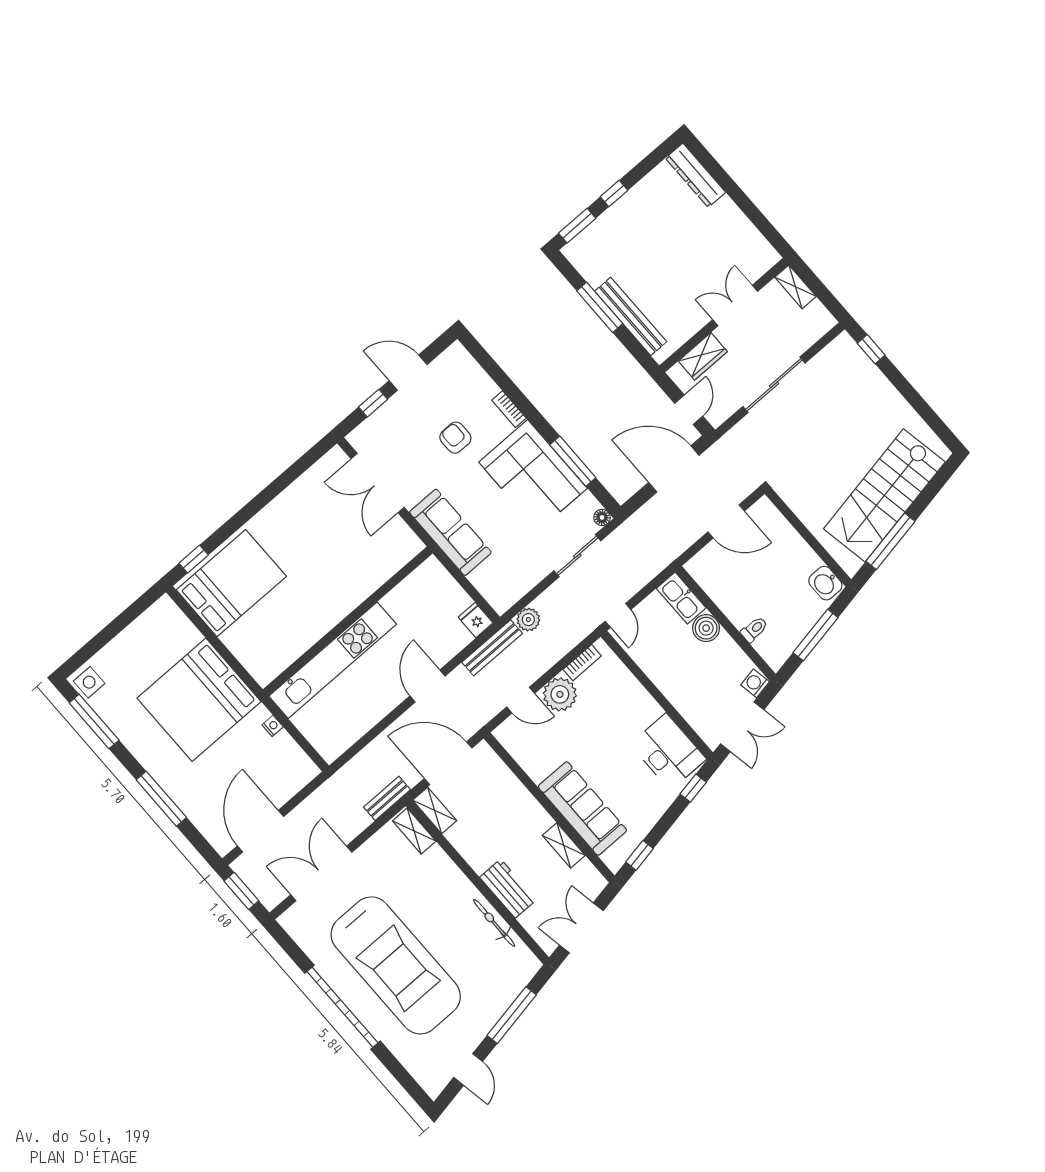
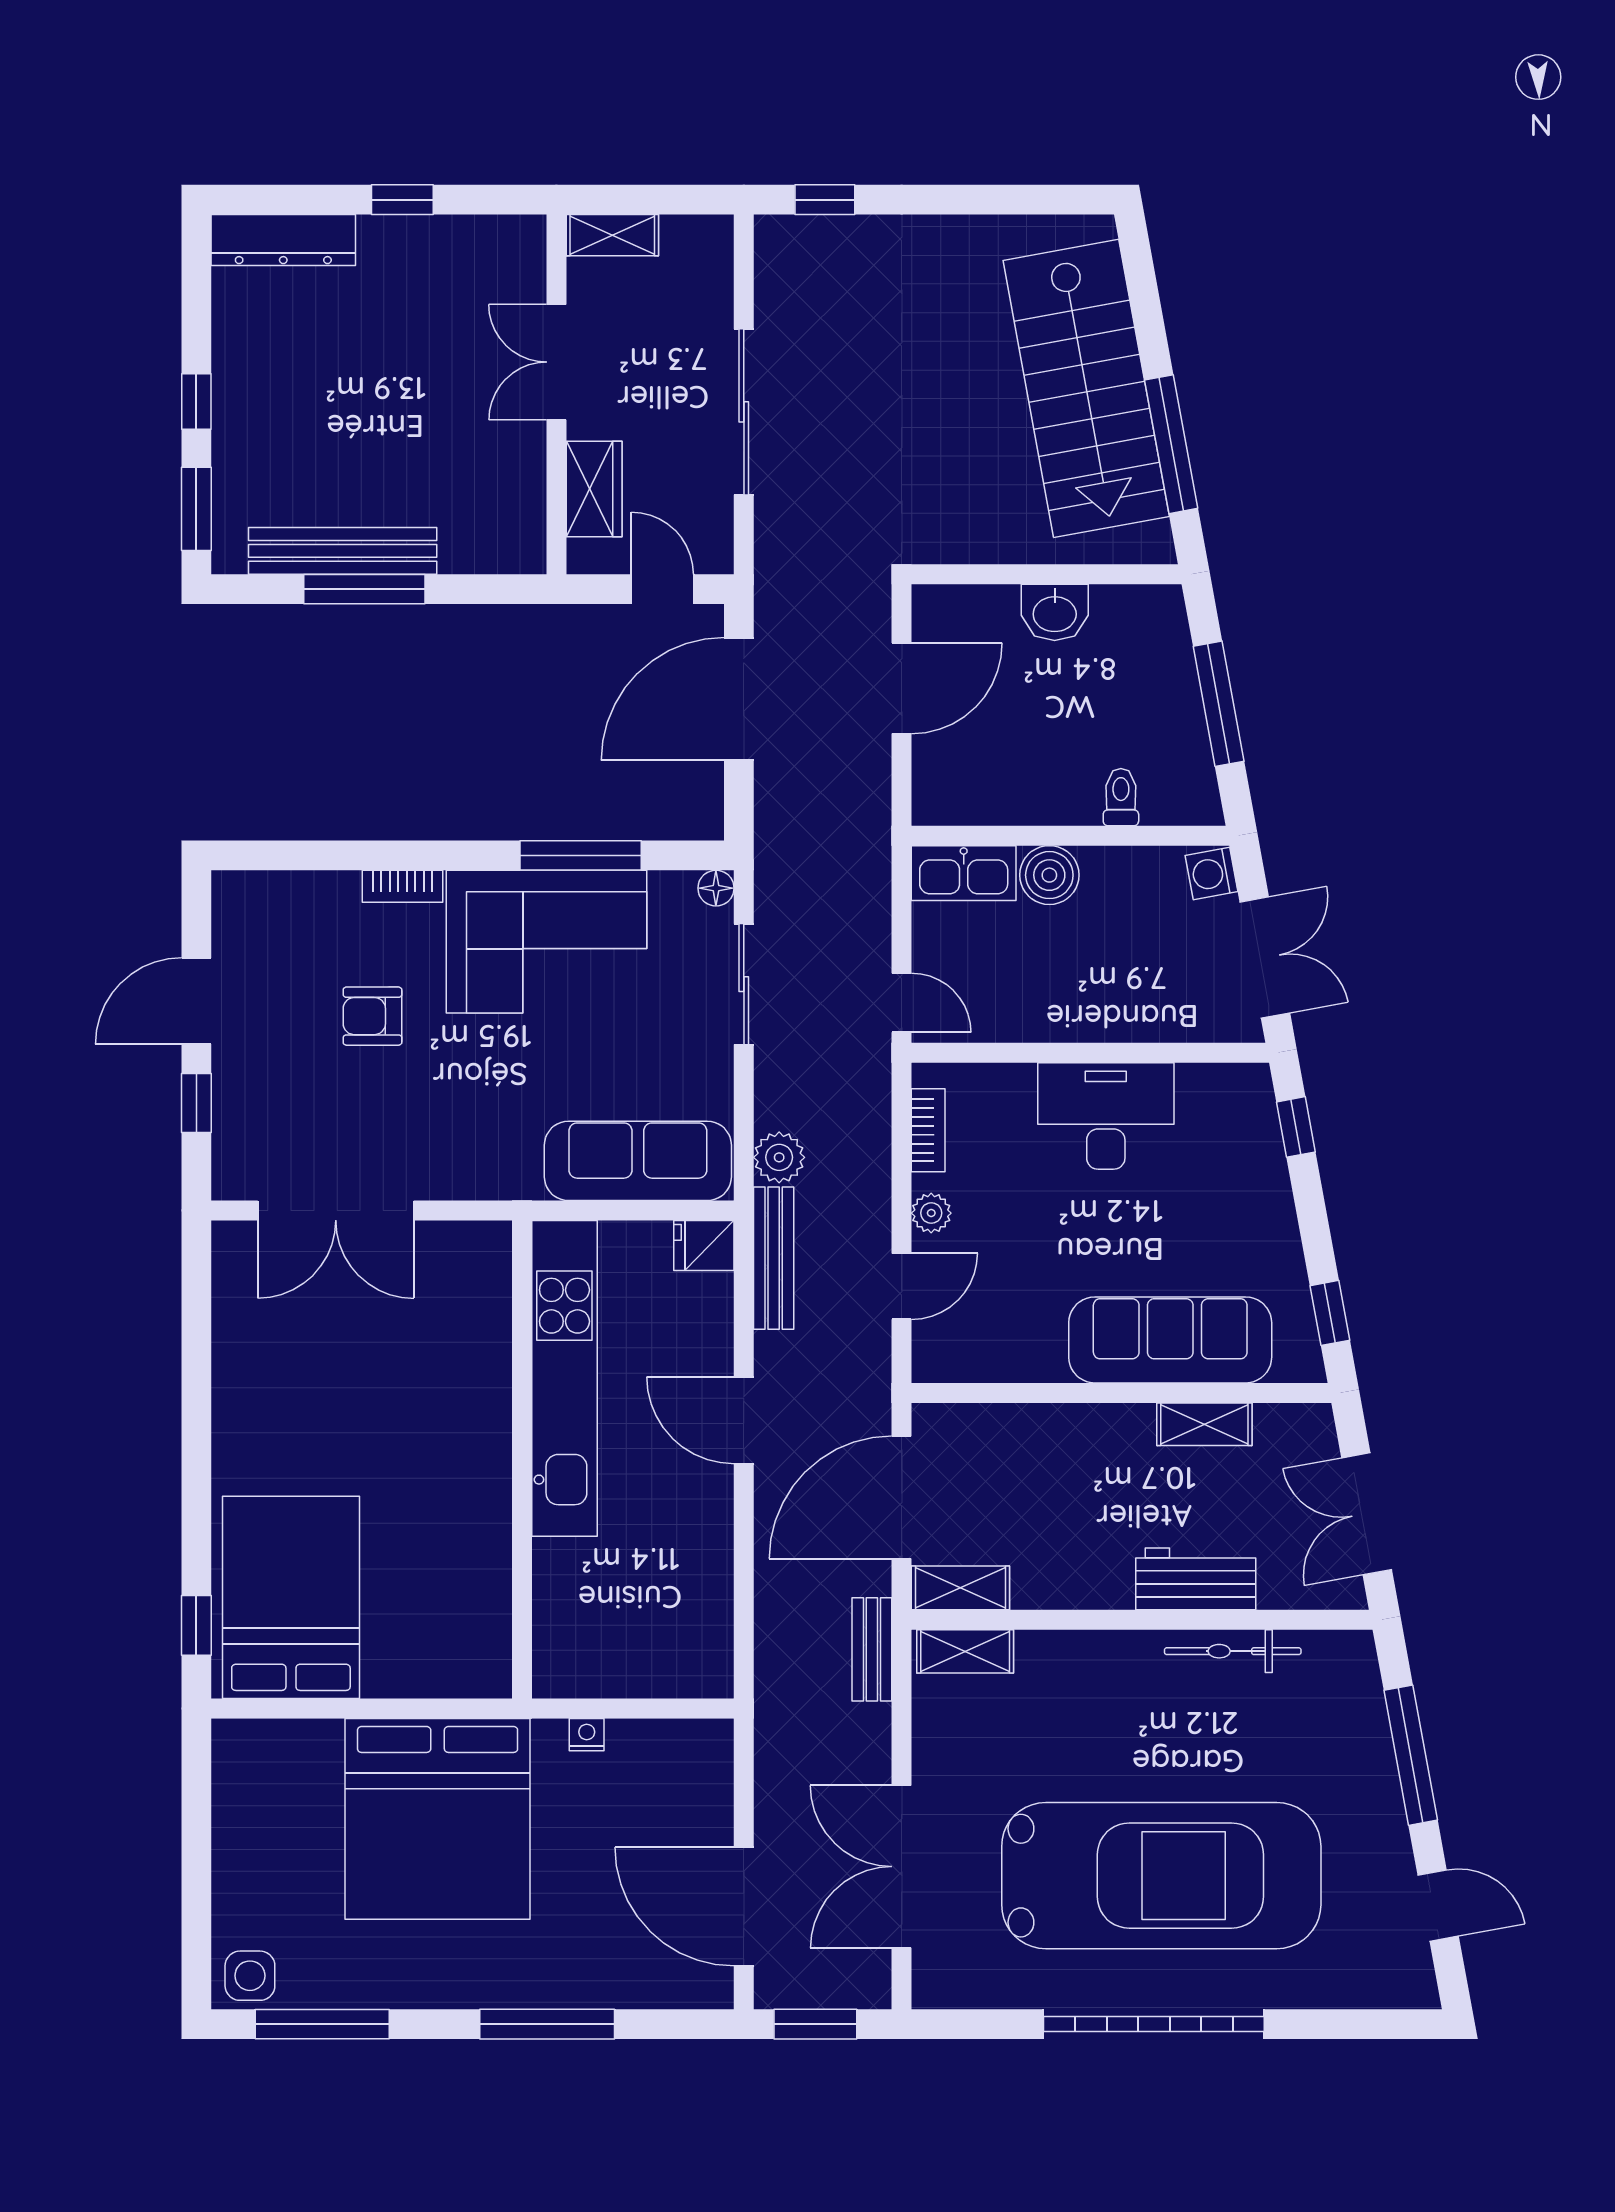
window: (745, 204) -> (402, 200), added
bench: (631, 316) -> (343, 551), moved
sofa: (450, 532) -> (638, 1161), moved
washbasin: (825, 583) -> (1055, 612), moved
kitchen unit: (333, 660) -> (564, 1378), moved
plant: (560, 694) -> (931, 1213), width x0.53, depth x0.53
desk: (668, 752) -> (1106, 1116), moved

